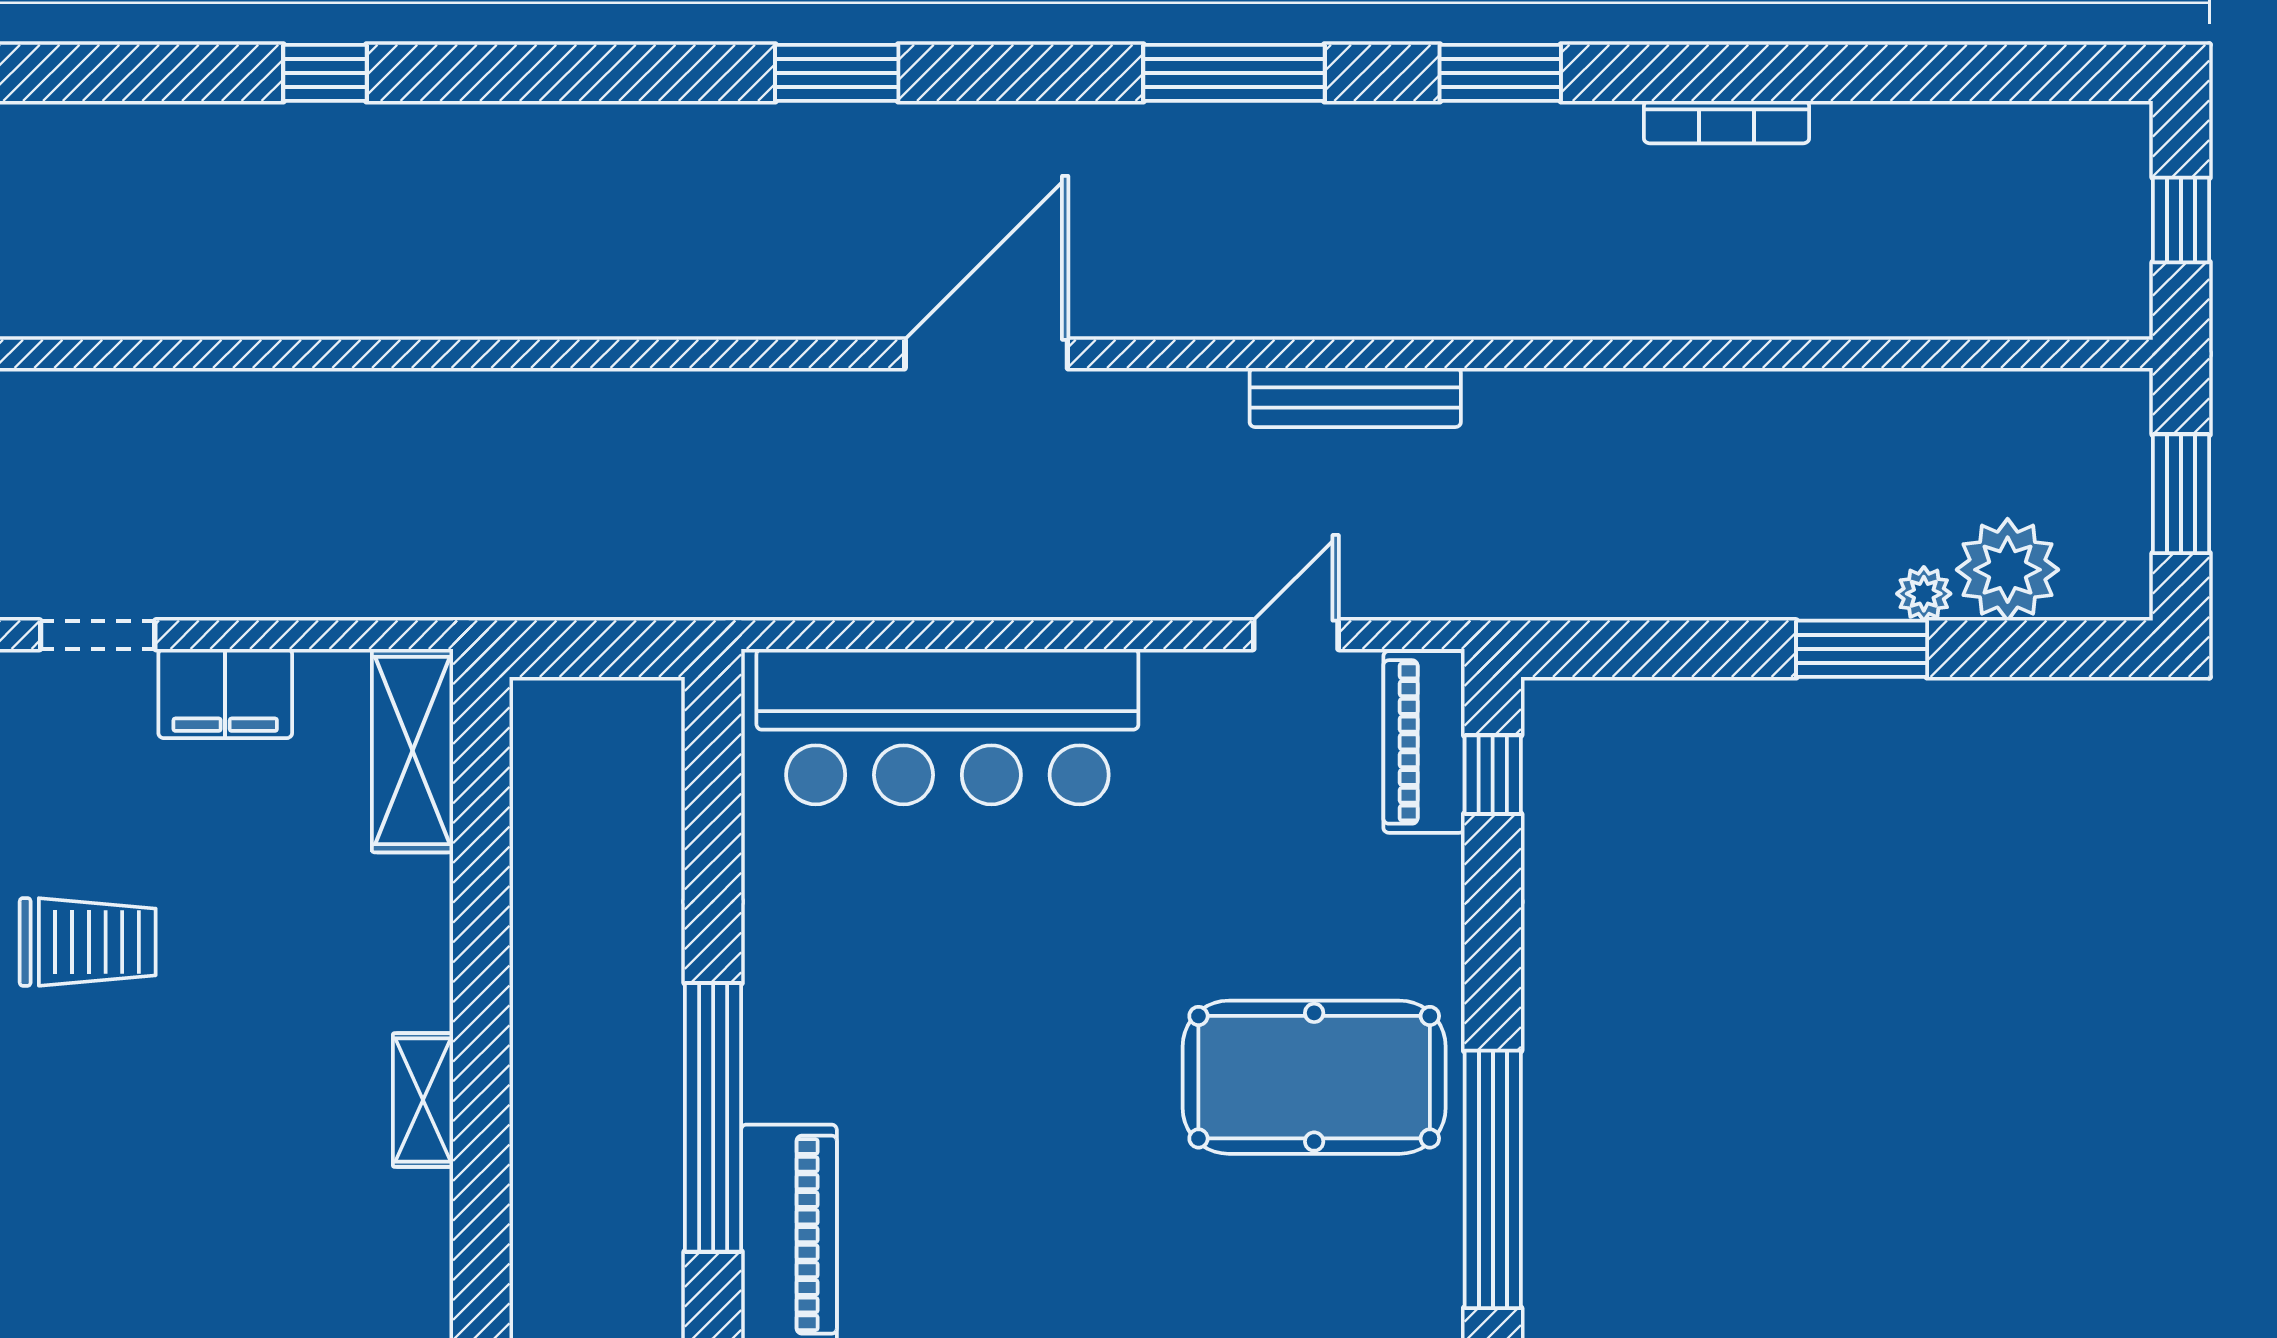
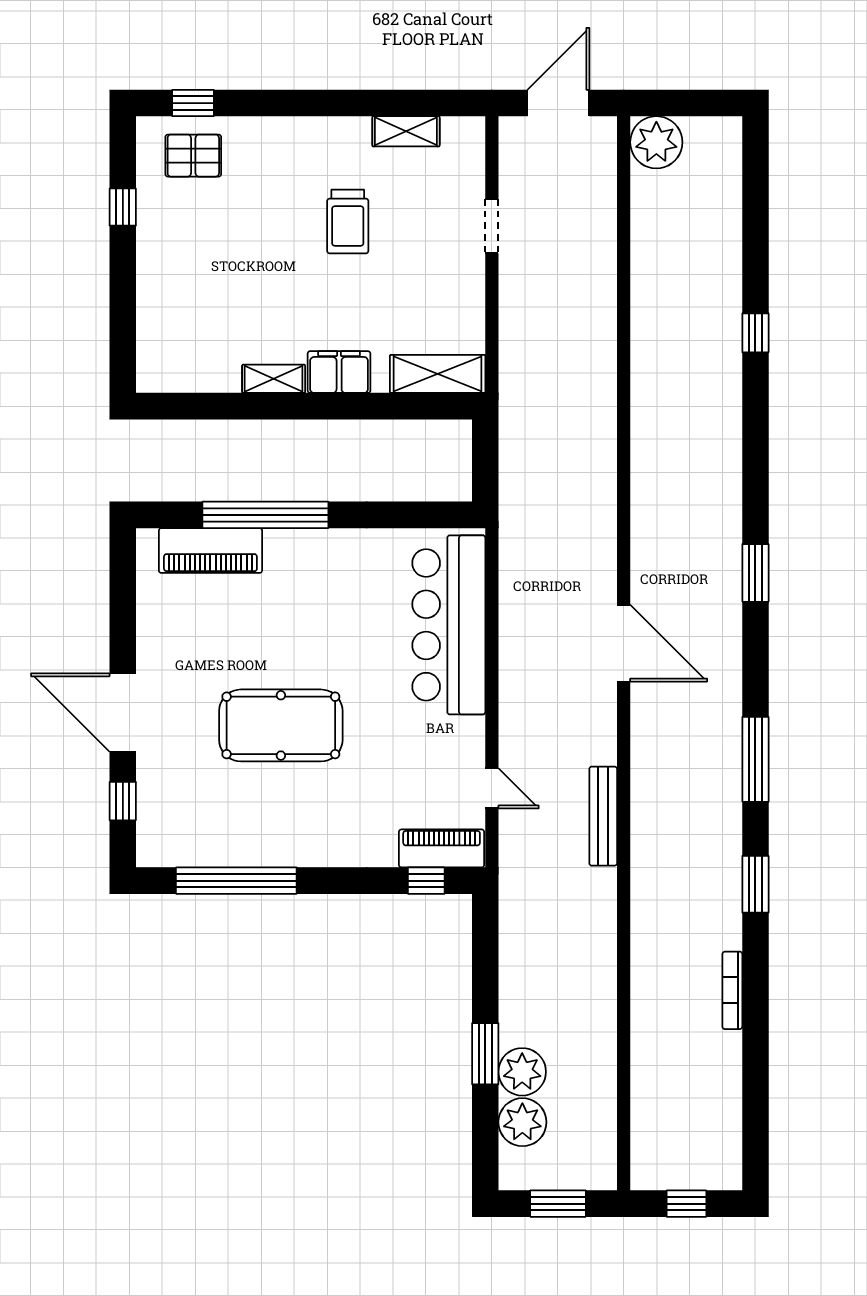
plant: (1924, 594) -> (522, 1072), width x1.87, depth x1.87
filing cabinet: (225, 693) -> (339, 372), moved, turned 90
pool table: (1314, 1077) -> (281, 725), moved, turned 90

